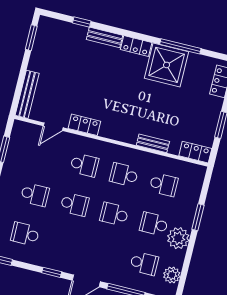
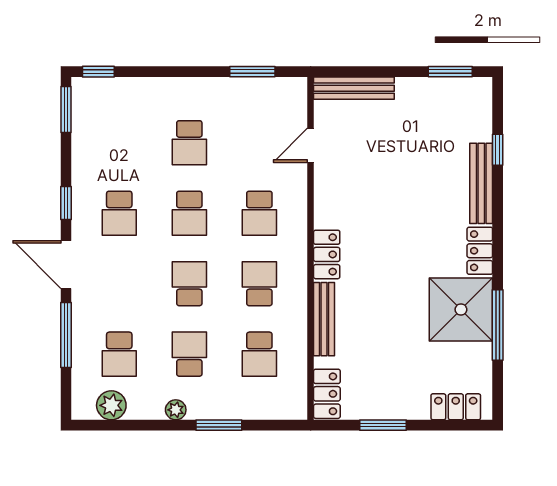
bench: (104, 37) -> (481, 183), width x1.36
locker: (84, 125) -> (327, 254), moved
door: (53, 127) -> (311, 145), hinge flipped
bench: (153, 143) -> (324, 319), width x1.36
school desk: (25, 234) -> (119, 213), moved, turned 180
plant: (178, 238) -> (176, 410), width x0.53, depth x0.53

